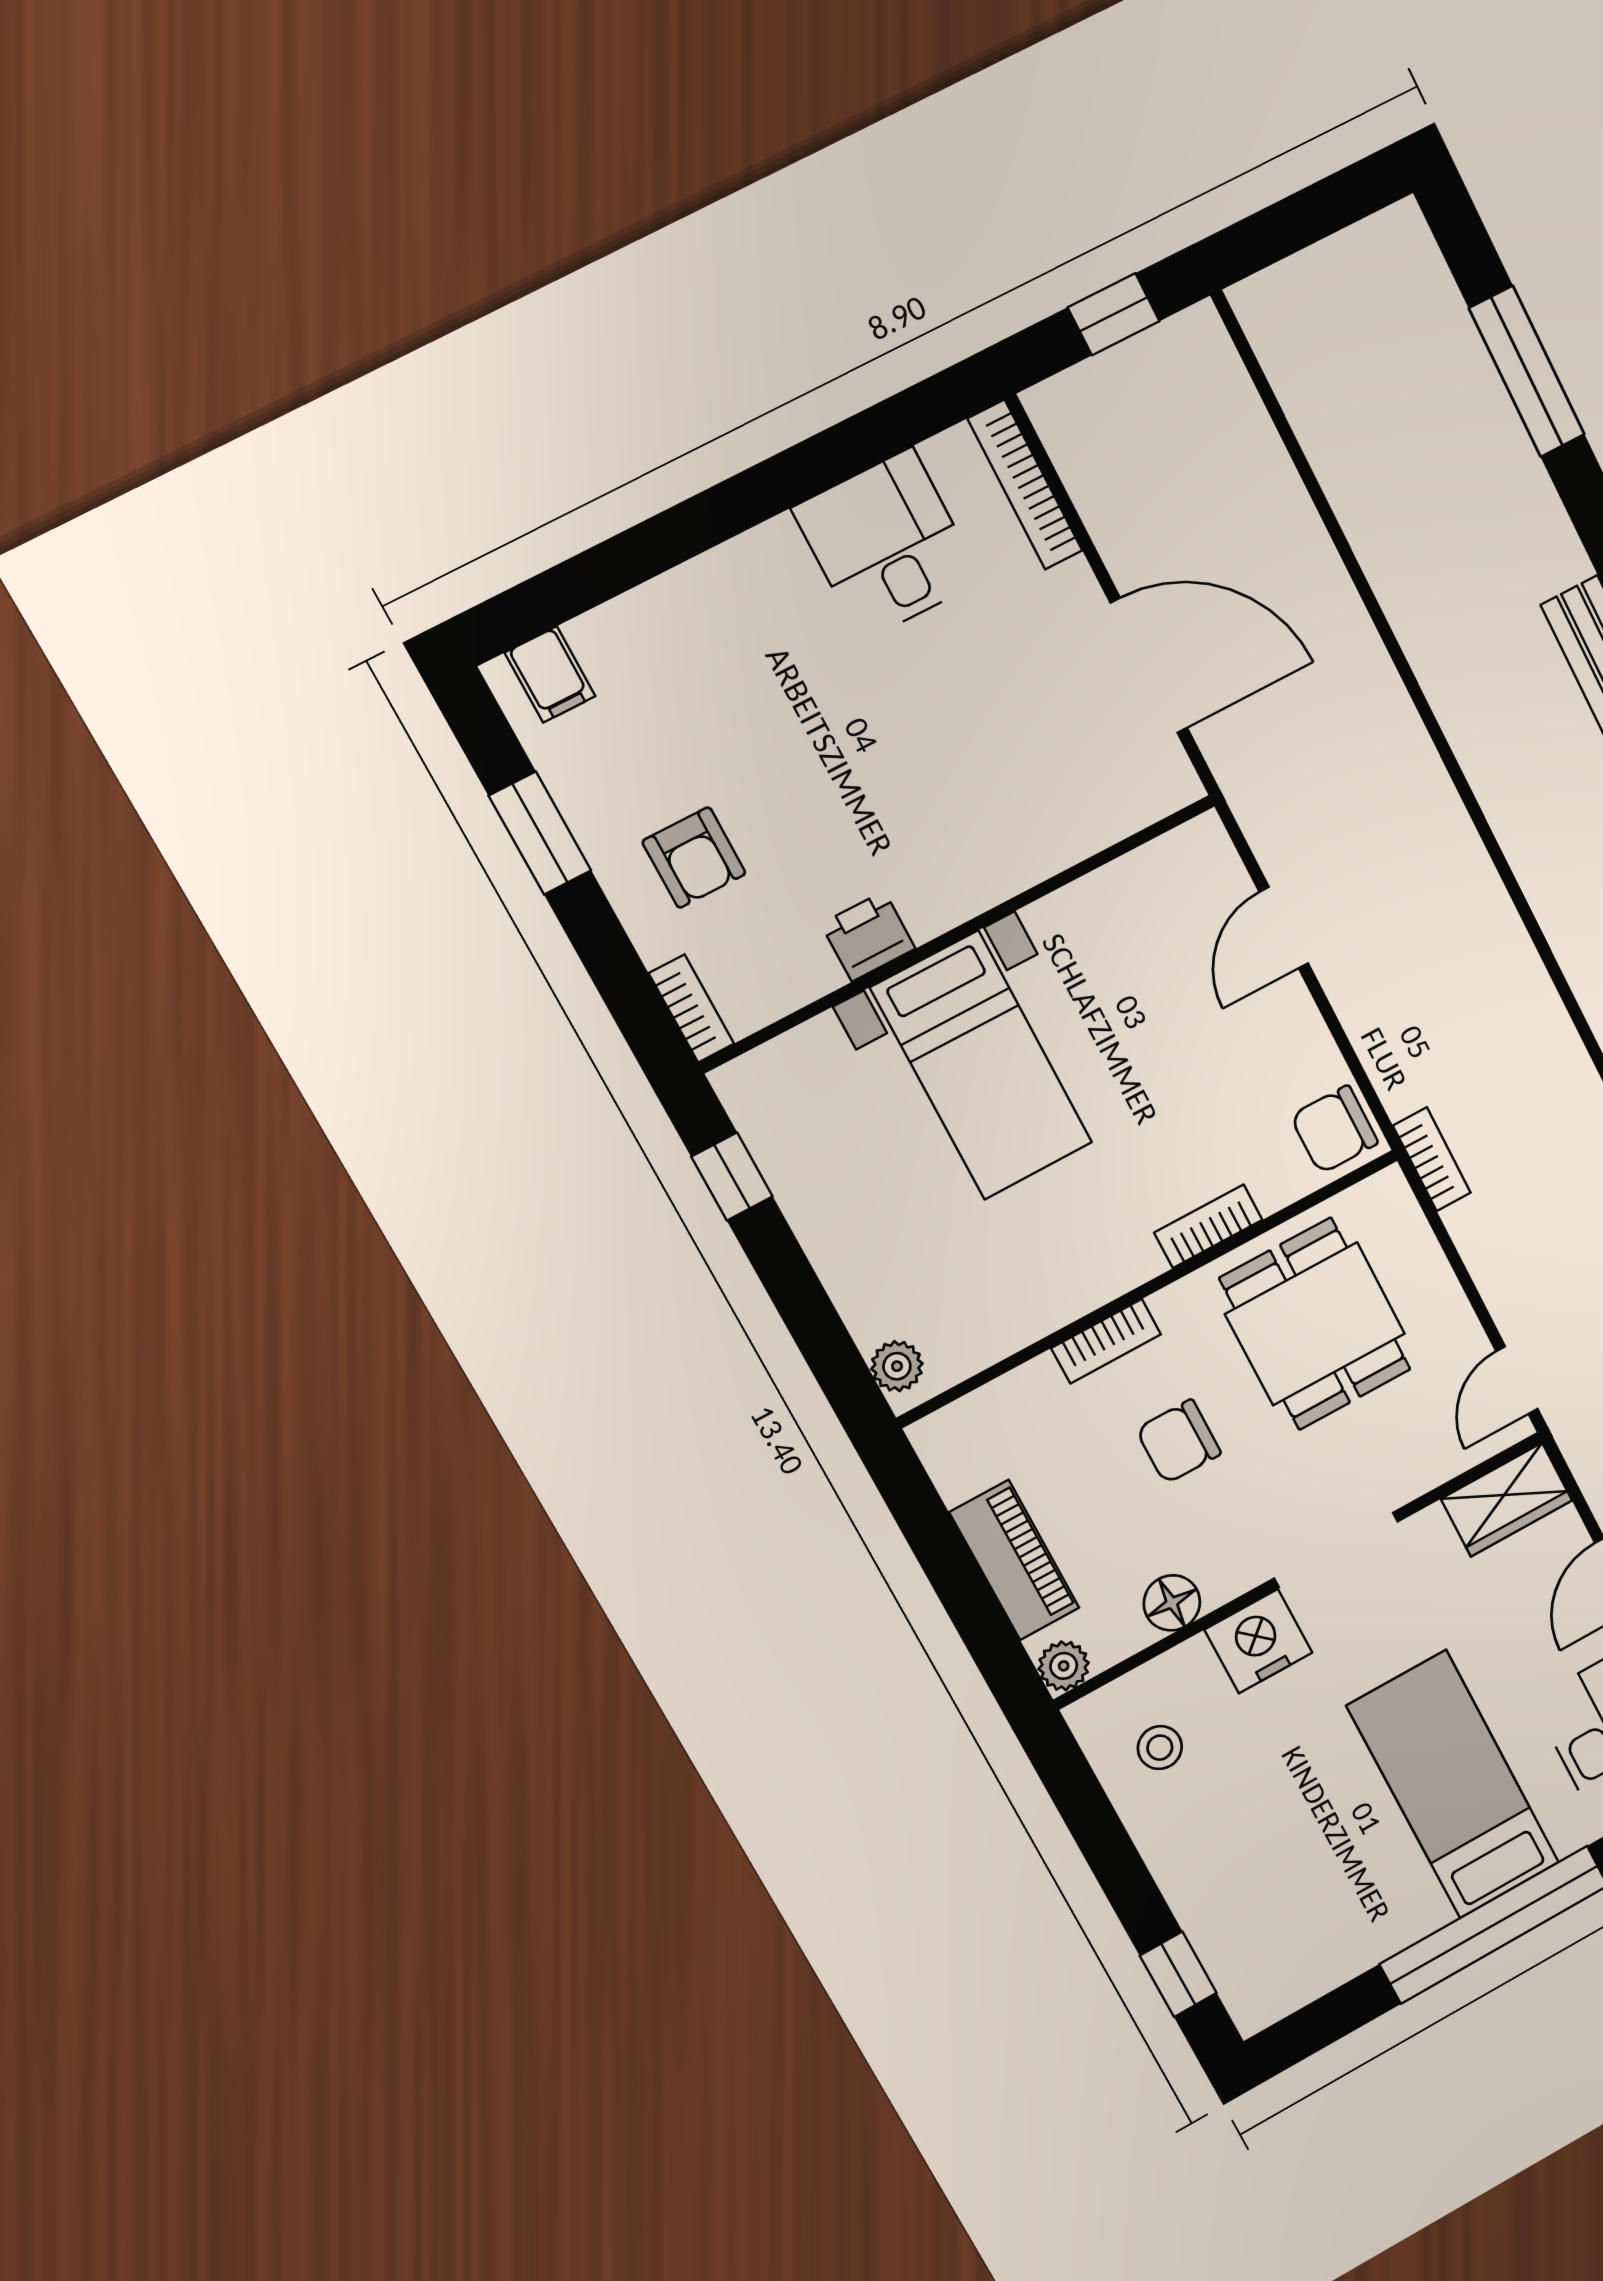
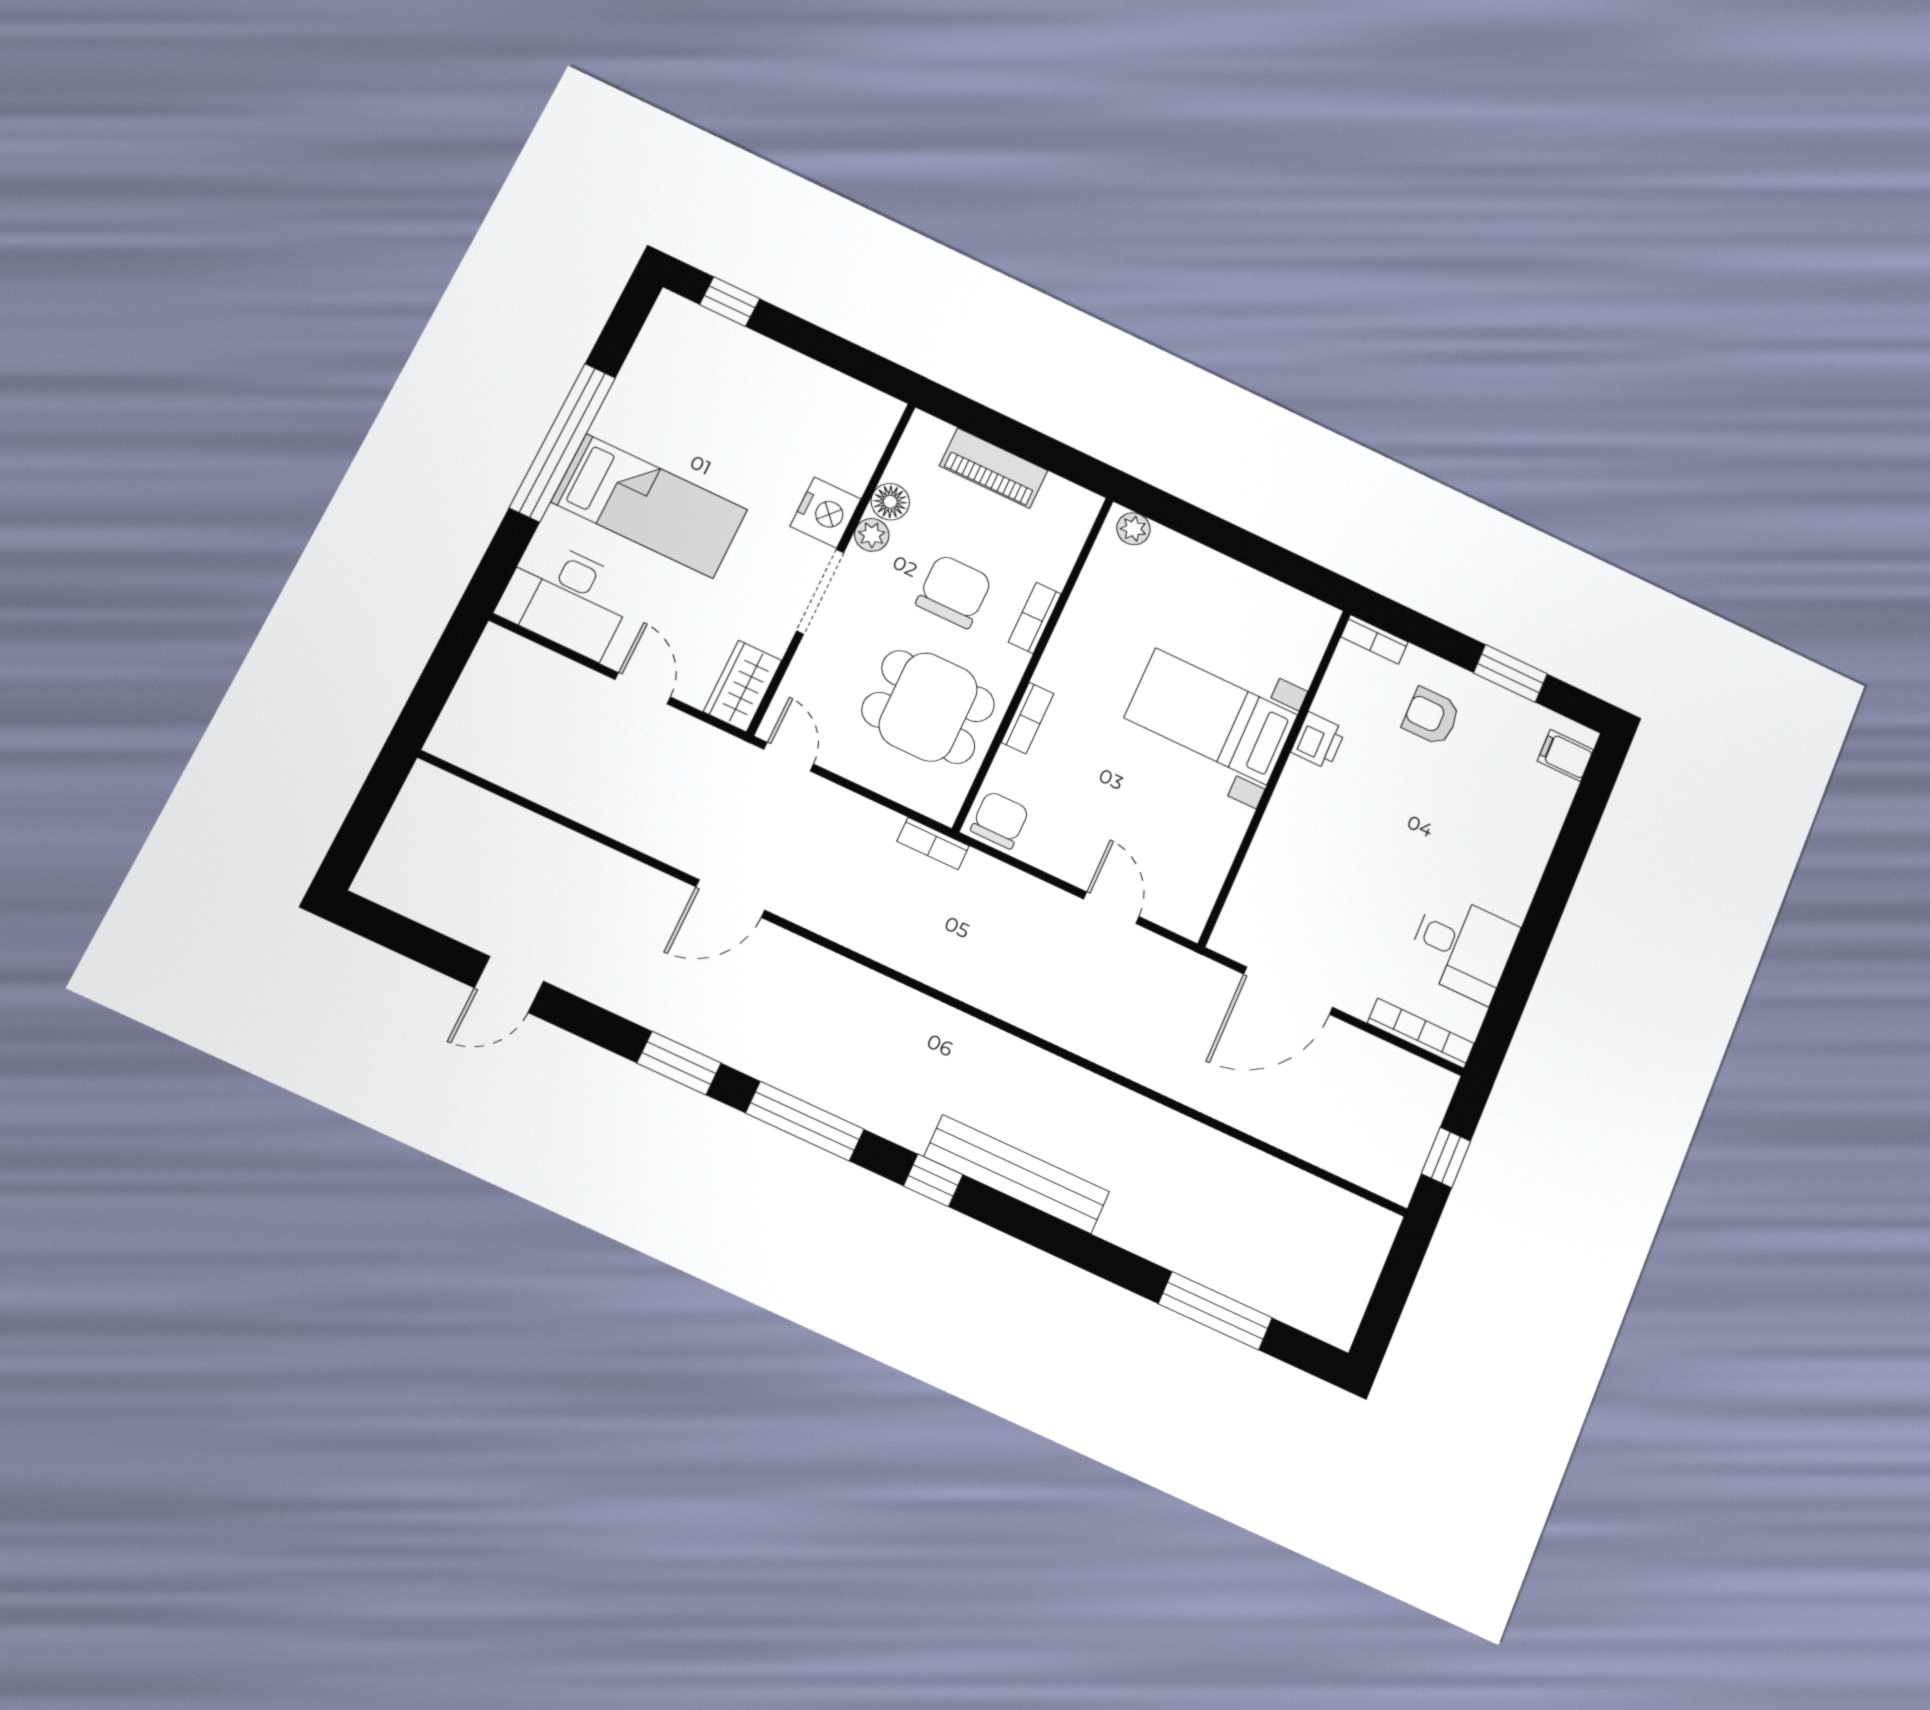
window: (732, 1177) -> (1290, 568), removed
chair: (1179, 1441) -> (954, 591), width x1.37, depth x1.37
plant: (1064, 1666) -> (872, 535), moved
stool: (1160, 1748) -> (836, 419), removed

